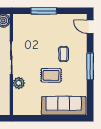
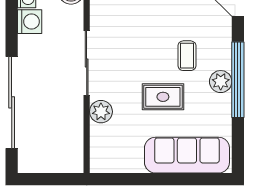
window: (90, 66) -> (238, 80), width x1.46
plant: (81, 67) -> (221, 82), added

